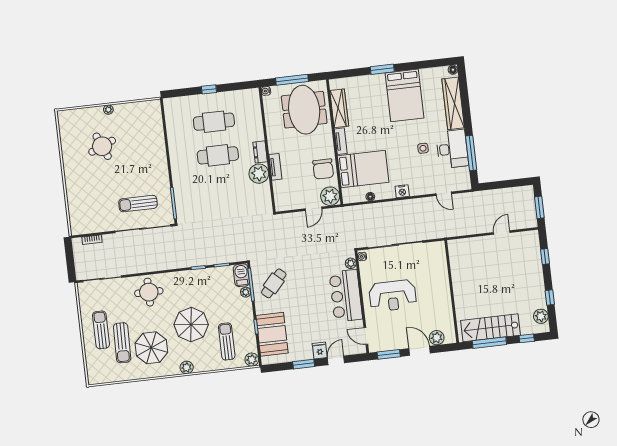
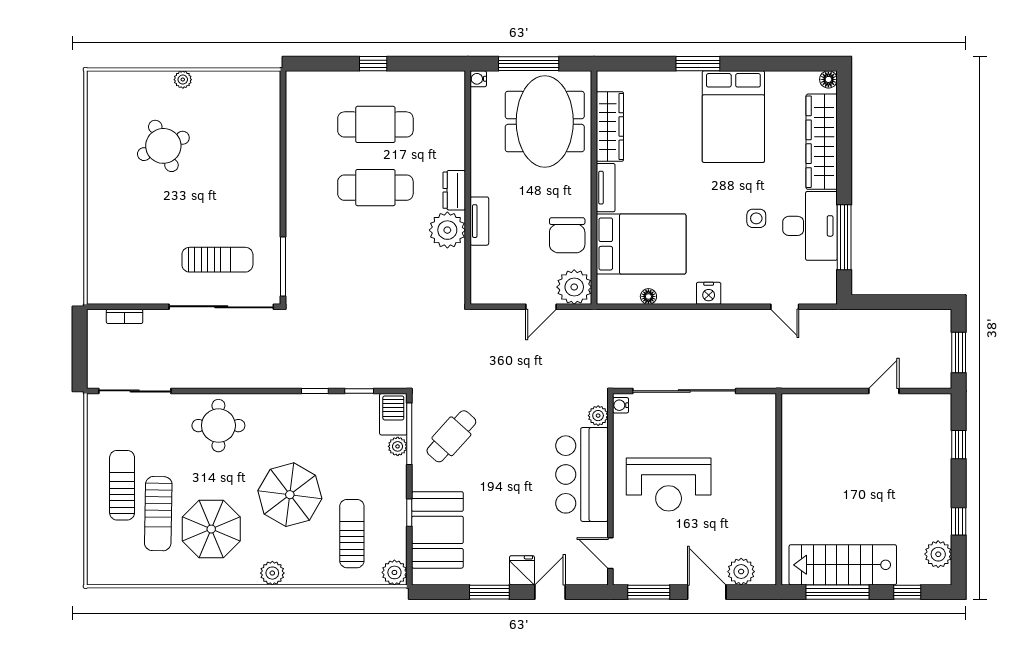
sun lounger: (138, 204) -> (217, 260), turned 180

